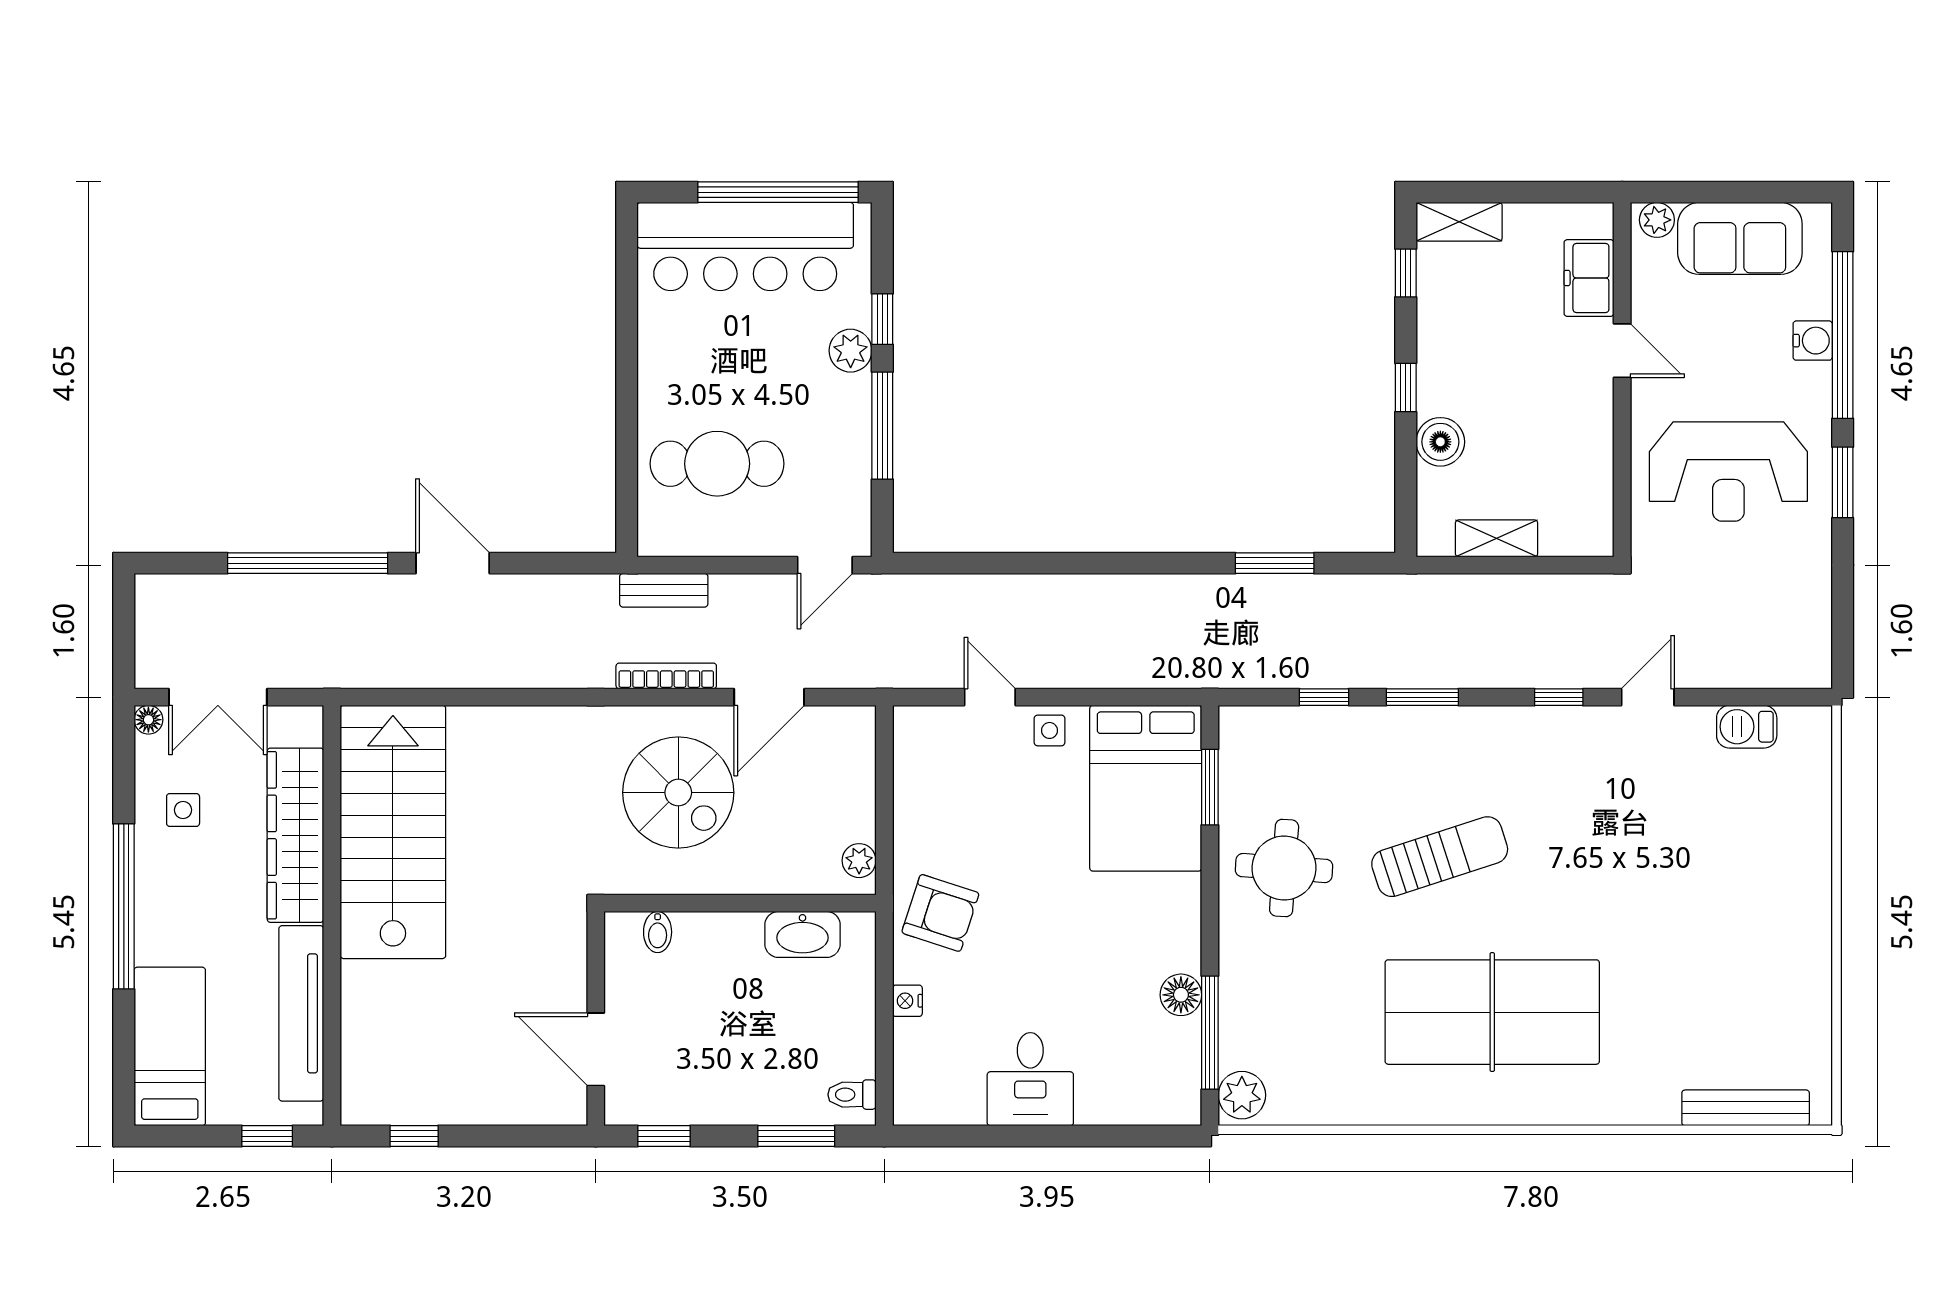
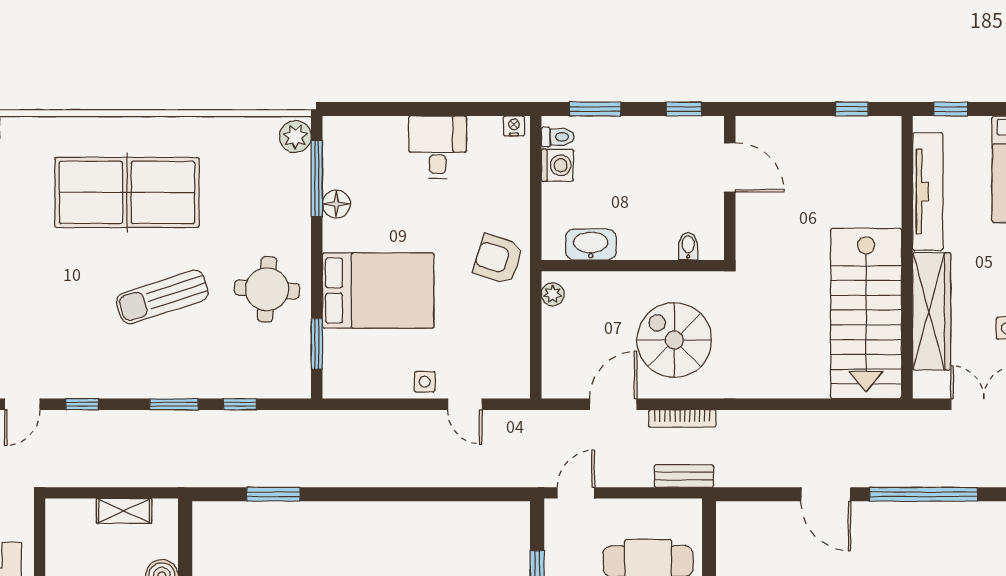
bed: (1146, 788) -> (378, 291), moved, turned 90
nightstand: (907, 1001) -> (514, 126), moved, turned -90
washing machine: (852, 1052) -> (557, 165), added

